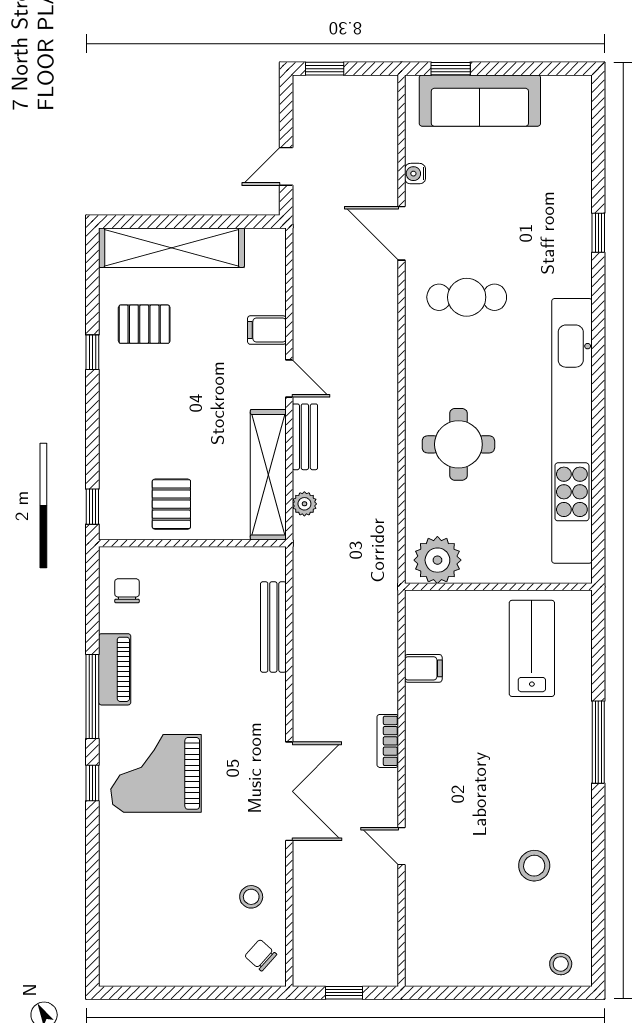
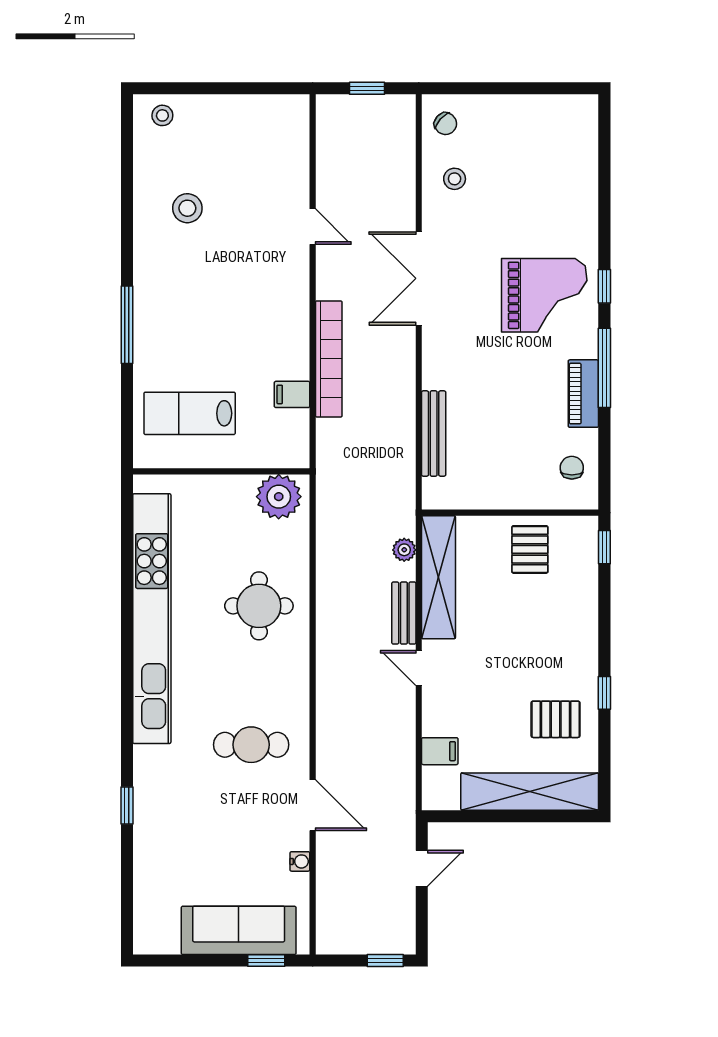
filing cabinet: (267, 330) -> (440, 751), moved
chair: (127, 591) -> (572, 468), turned 180
lab bench: (532, 648) -> (190, 413), turned 90
bookcase: (388, 741) -> (329, 359), width x2.31, depth x1.31

